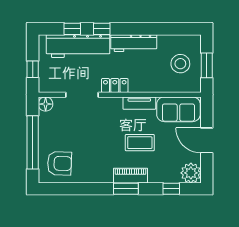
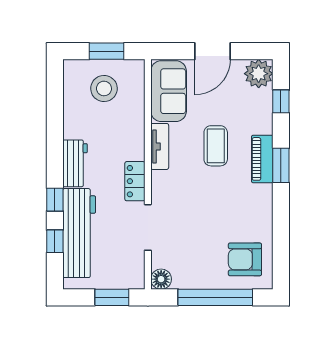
workbench: (134, 43) -> (75, 163), width x0.73
window: (33, 69) -> (112, 297), width x1.50
armchair: (59, 163) -> (245, 259), turned -92

